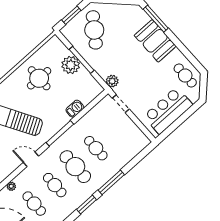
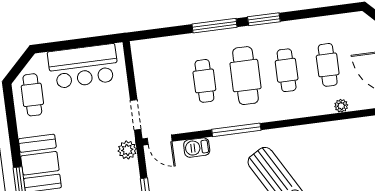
door: (31, 159) -> (160, 140), moved

